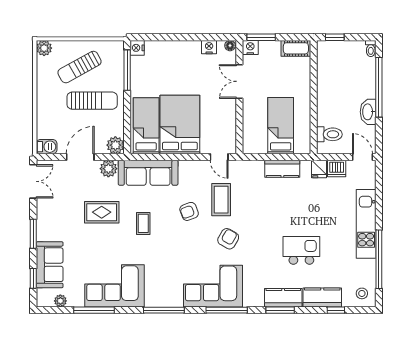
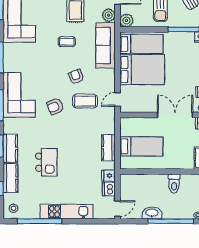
double door: (239, 81) -> (175, 115), width x1.37
toilet: (329, 134) -> (174, 184), moved
armchair: (228, 239) -> (55, 106), turned 128

